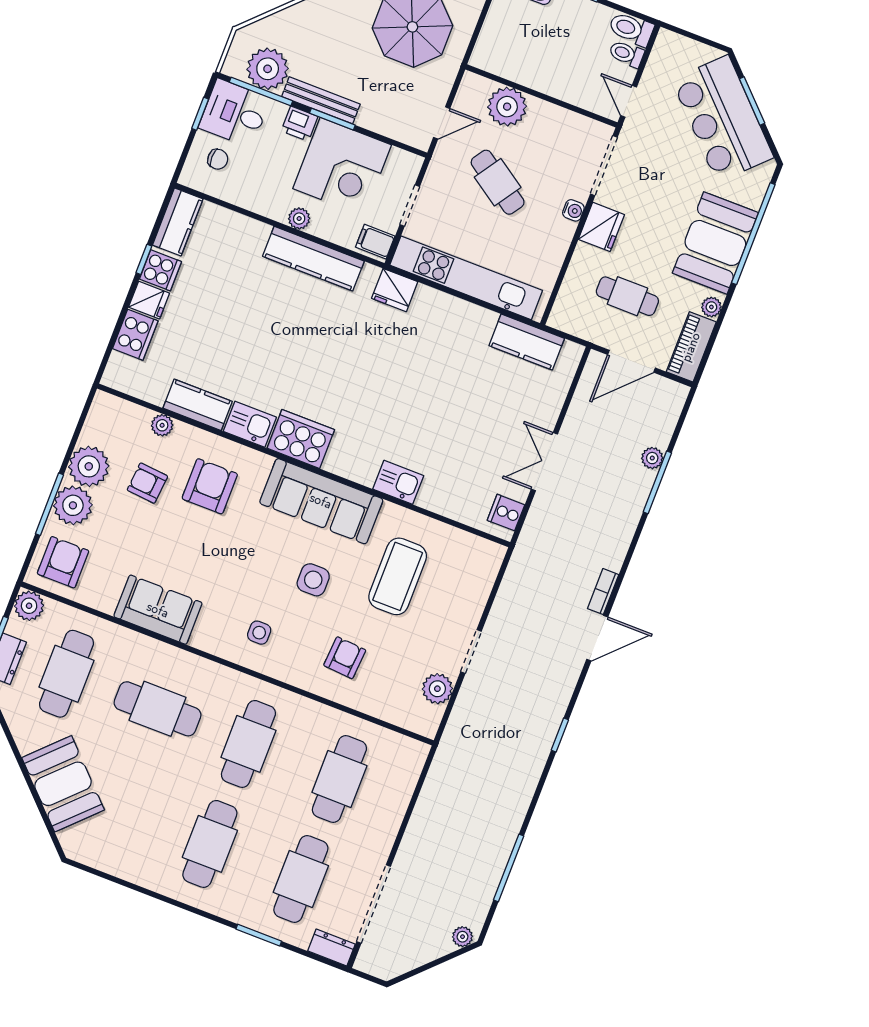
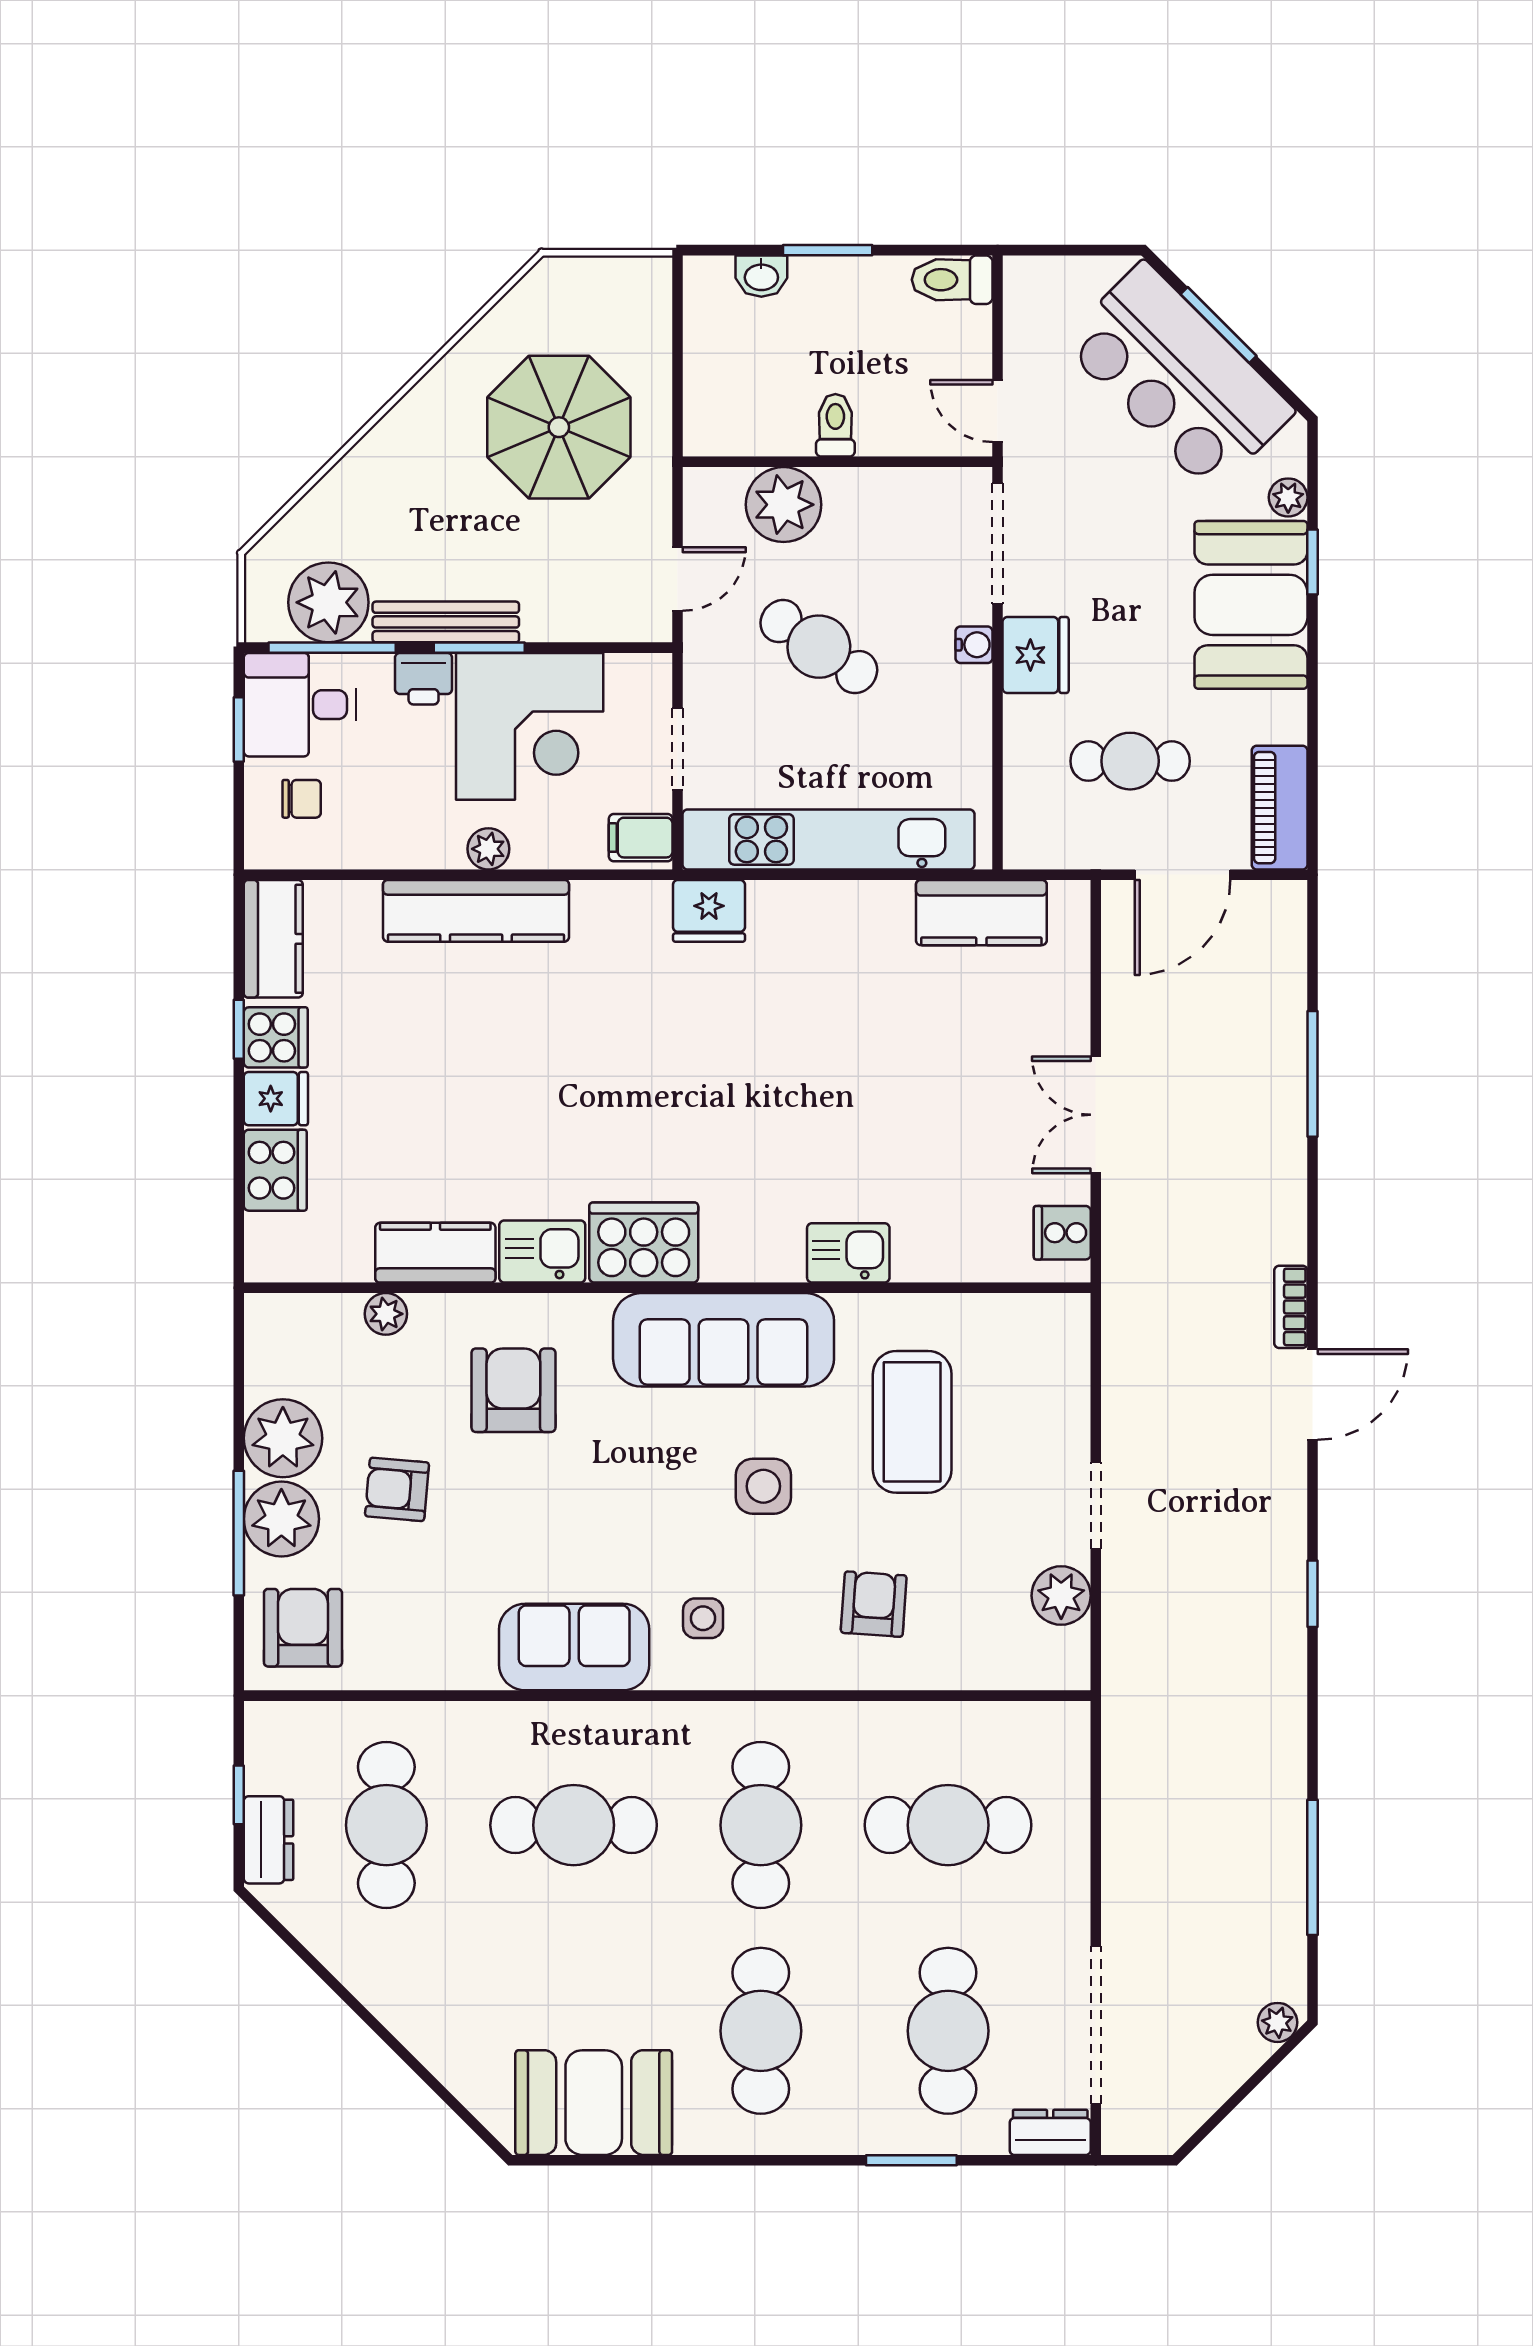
toilet: (626, 54) -> (835, 425), moved, turned 90
window: (753, 234) -> (1312, 562), width x0.32
kitchen counter: (313, 259) -> (476, 911), moved
plant: (711, 307) -> (1288, 497), moved
plant: (652, 458) -> (1286, 1034), removed
armchair: (147, 483) -> (397, 1489), moved
plant: (29, 606) -> (272, 1729), removed
sofa: (158, 610) -> (574, 1647), moved
cafe table: (339, 779) -> (948, 1825), turned 90
booth: (63, 784) -> (594, 2103), moved, turned -45

